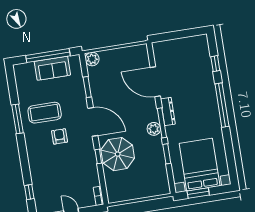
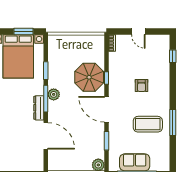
armchair: (59, 136) -> (142, 86), moved

